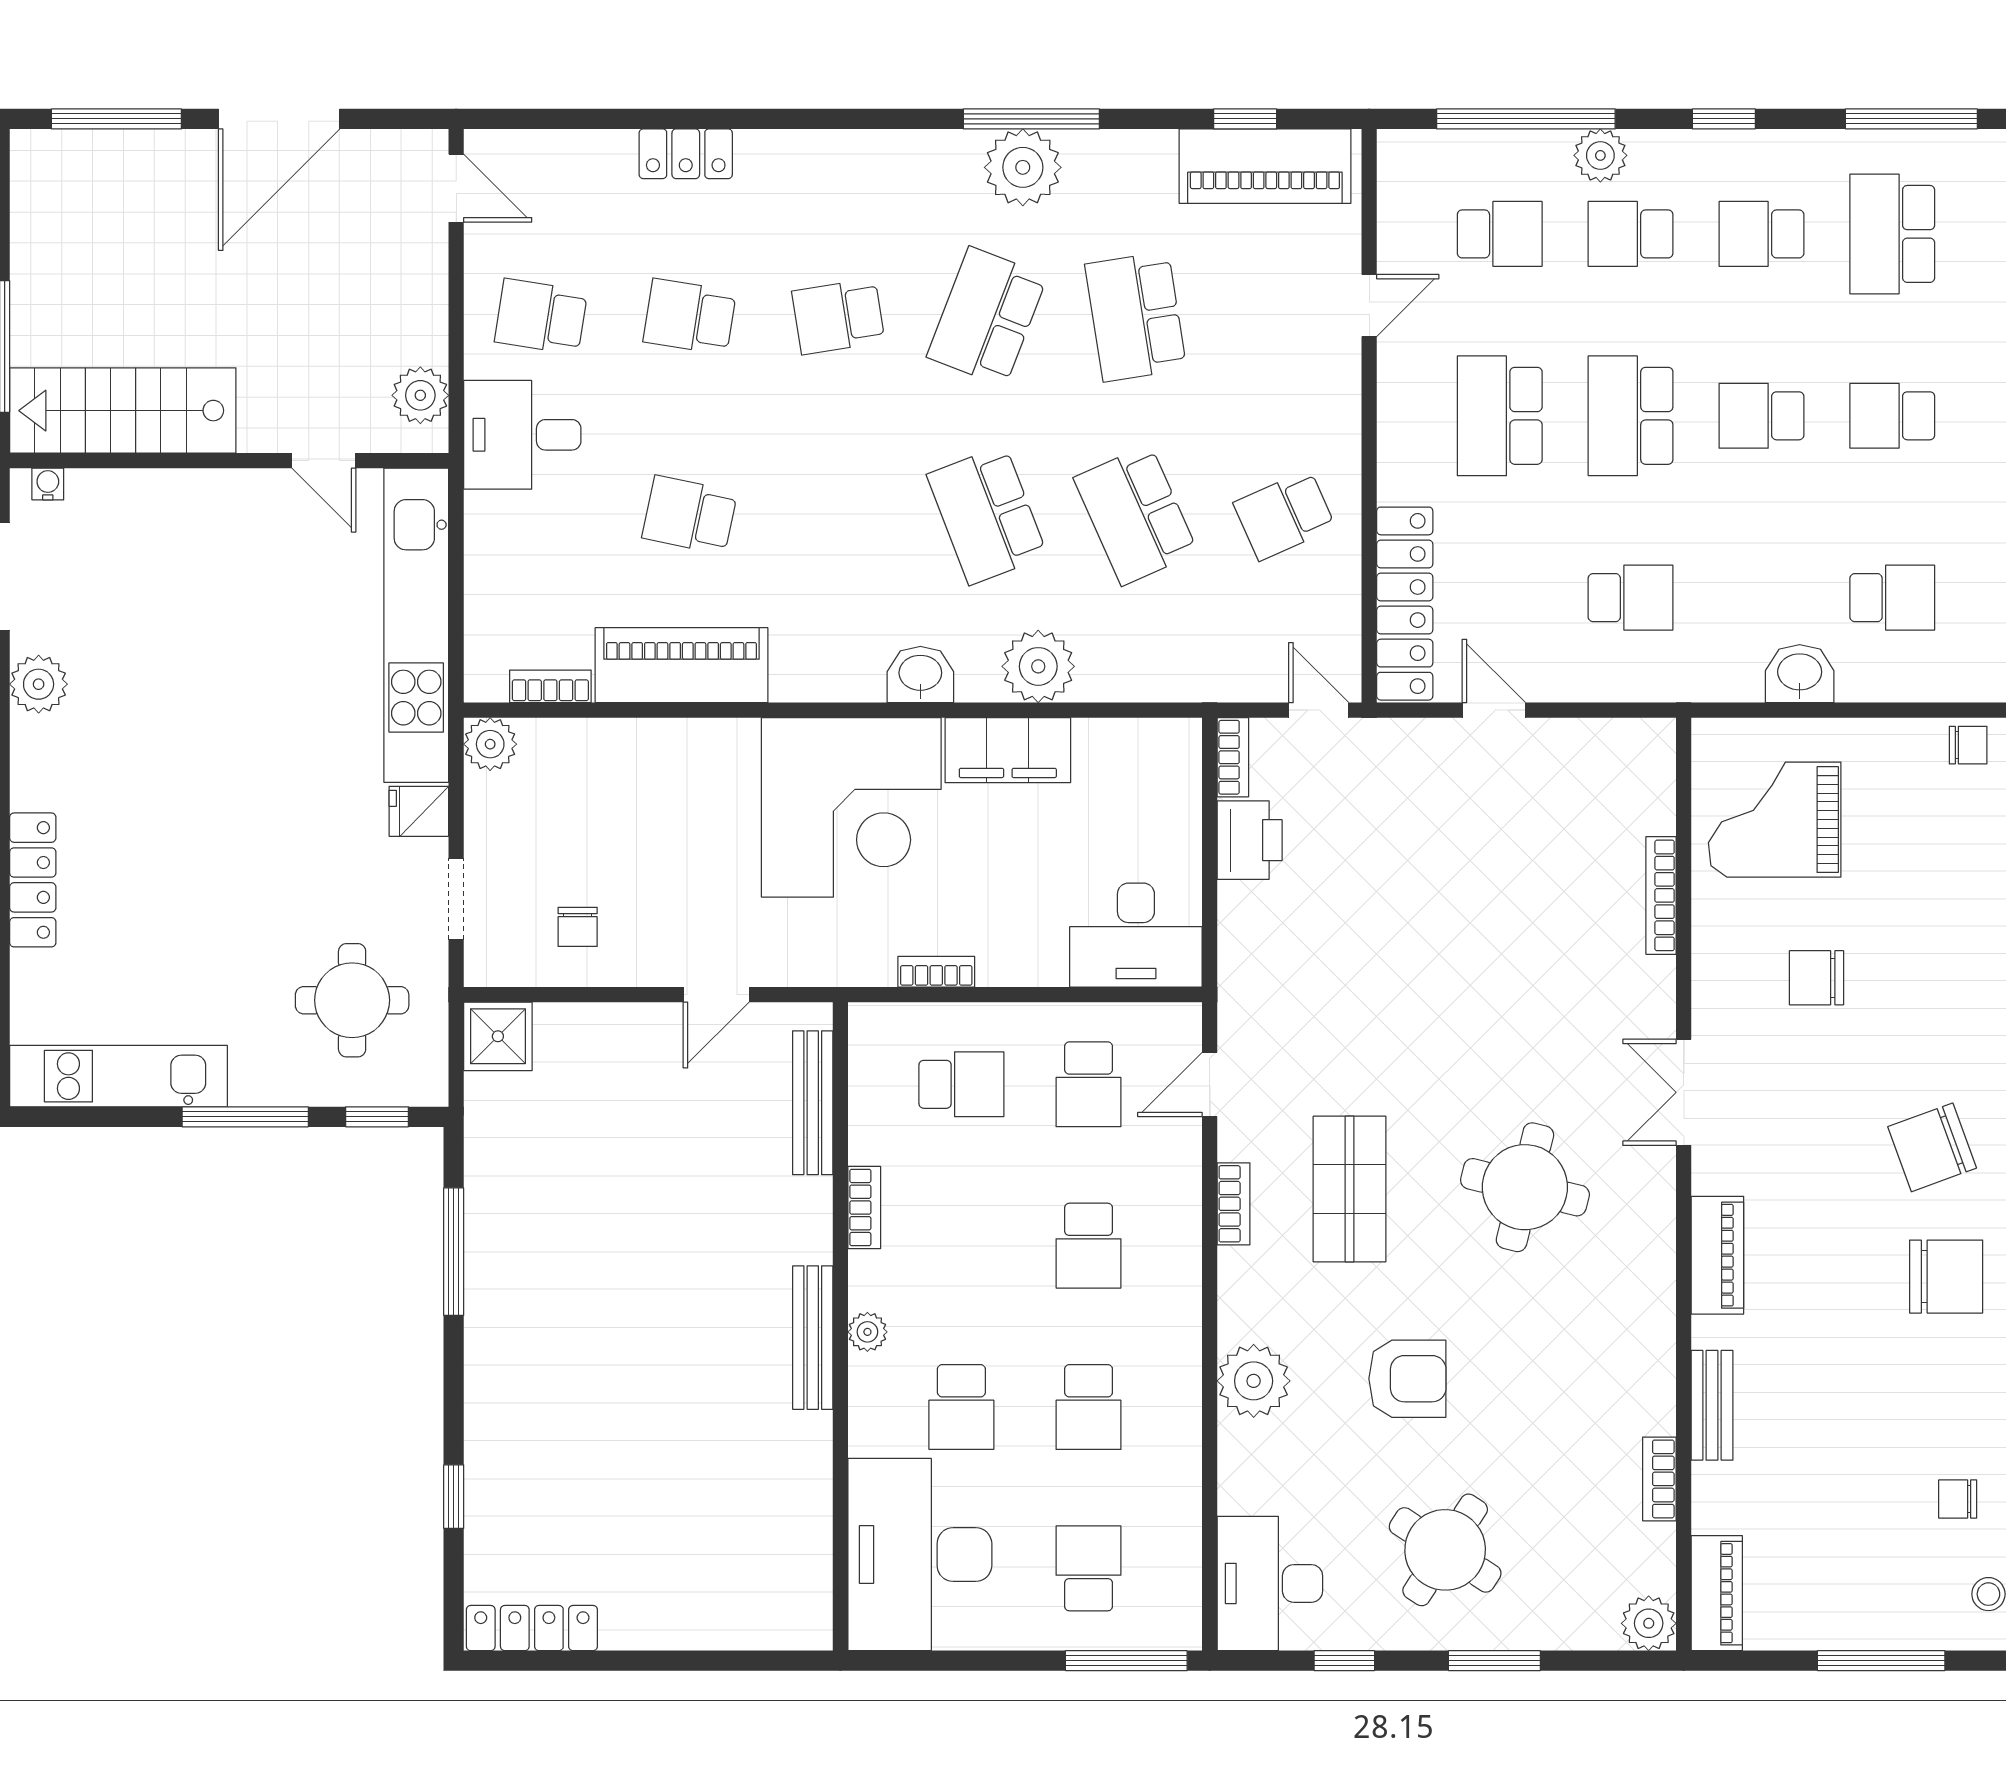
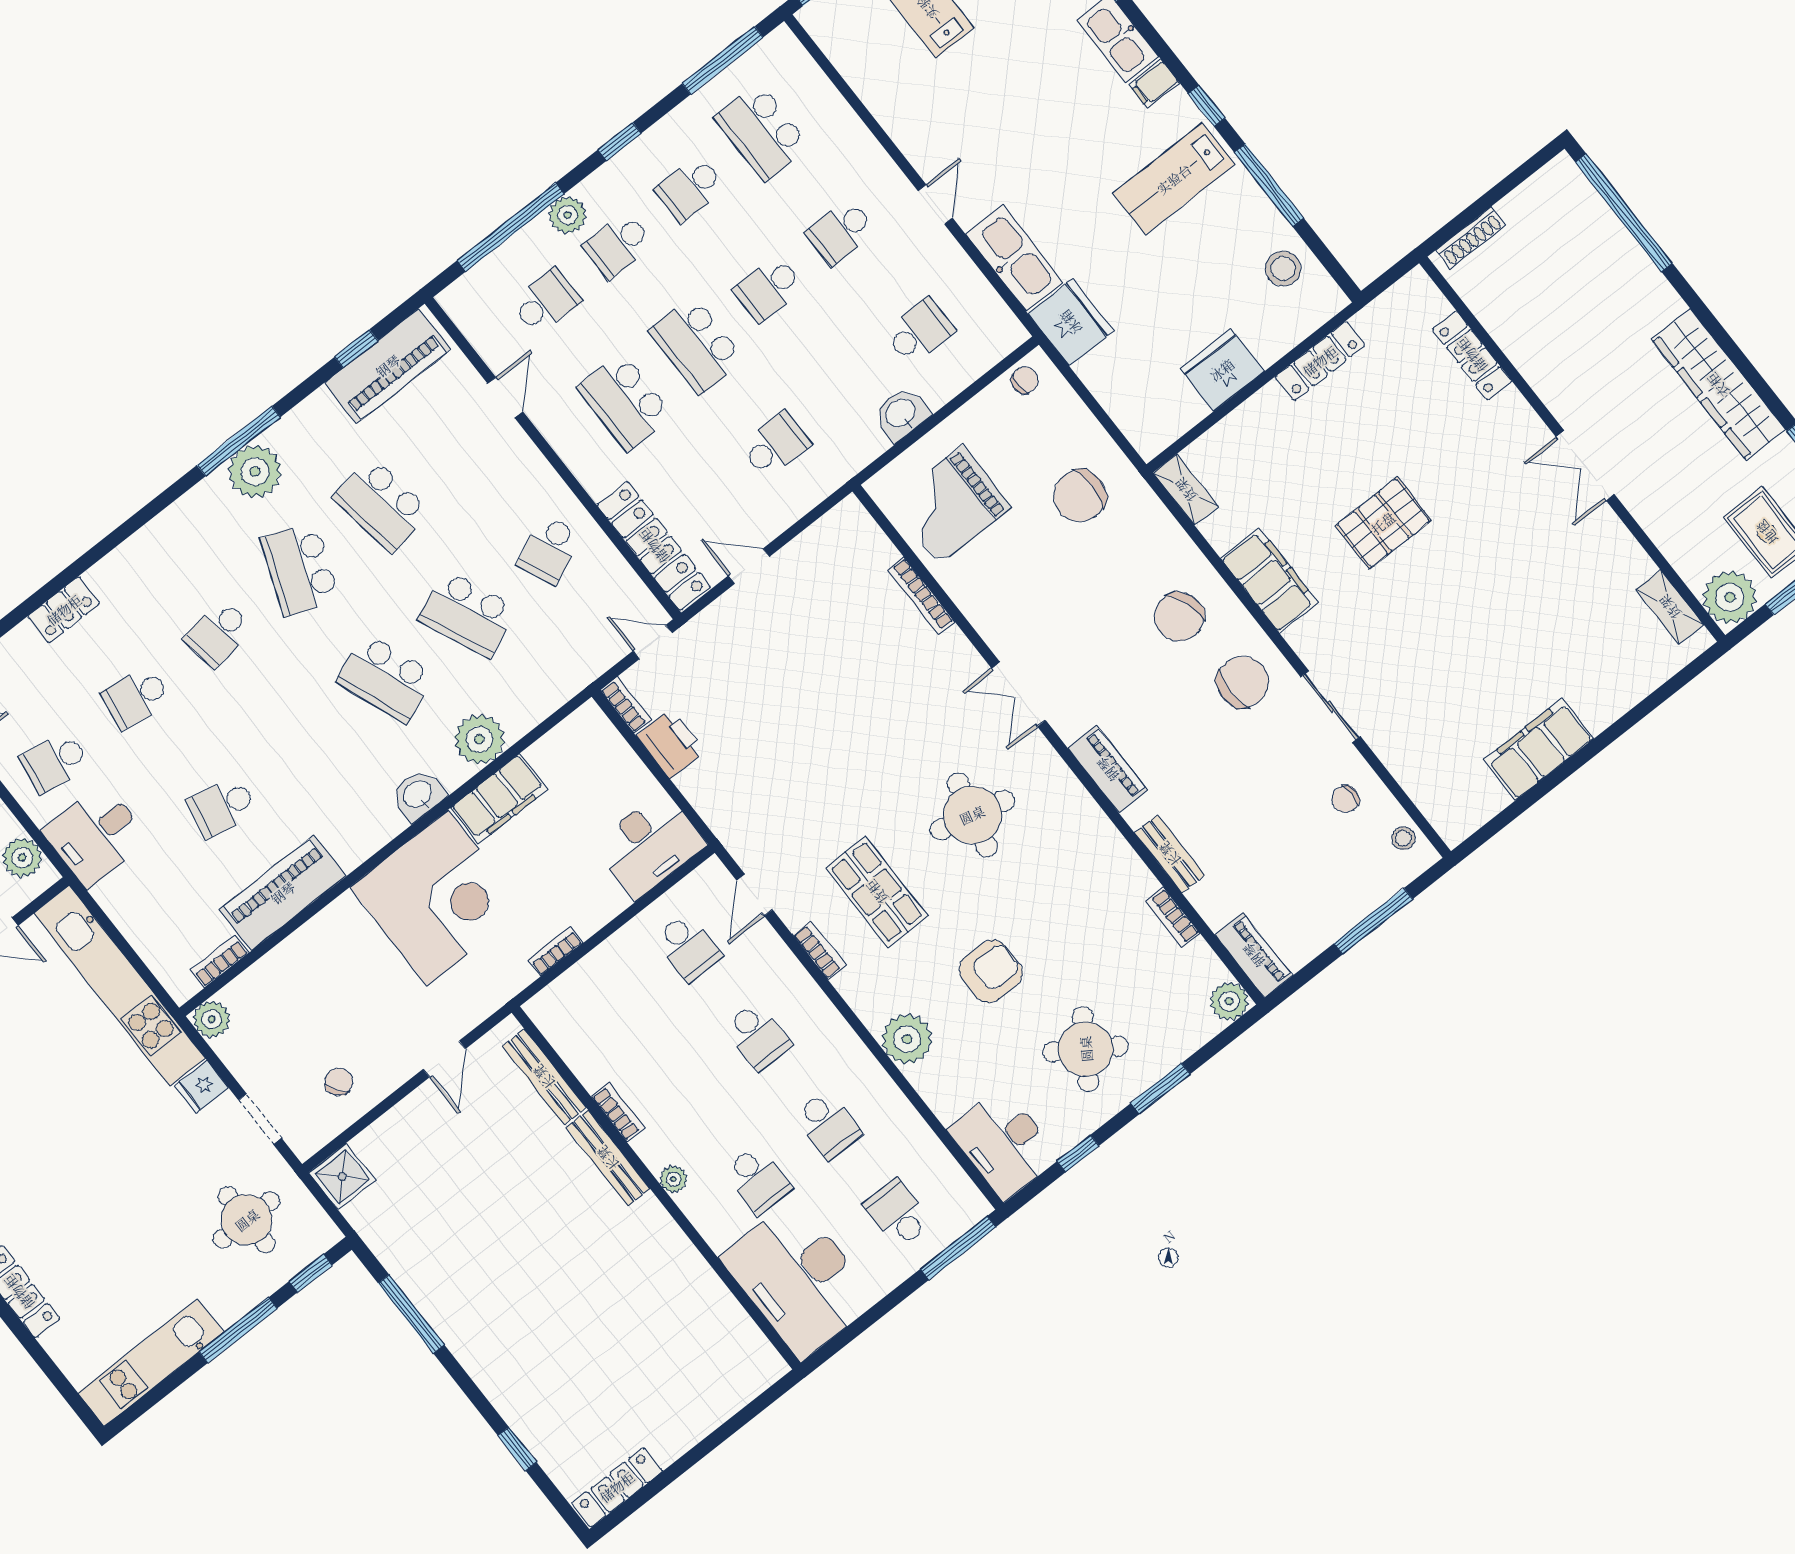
chair: (578, 927) -> (339, 1082), turned -126
chair: (1817, 978) -> (1080, 496), moved, width x1.37, depth x1.37
school desk: (961, 1084) -> (618, 1002), removed
bench: (813, 1338) -> (608, 1158), moved

